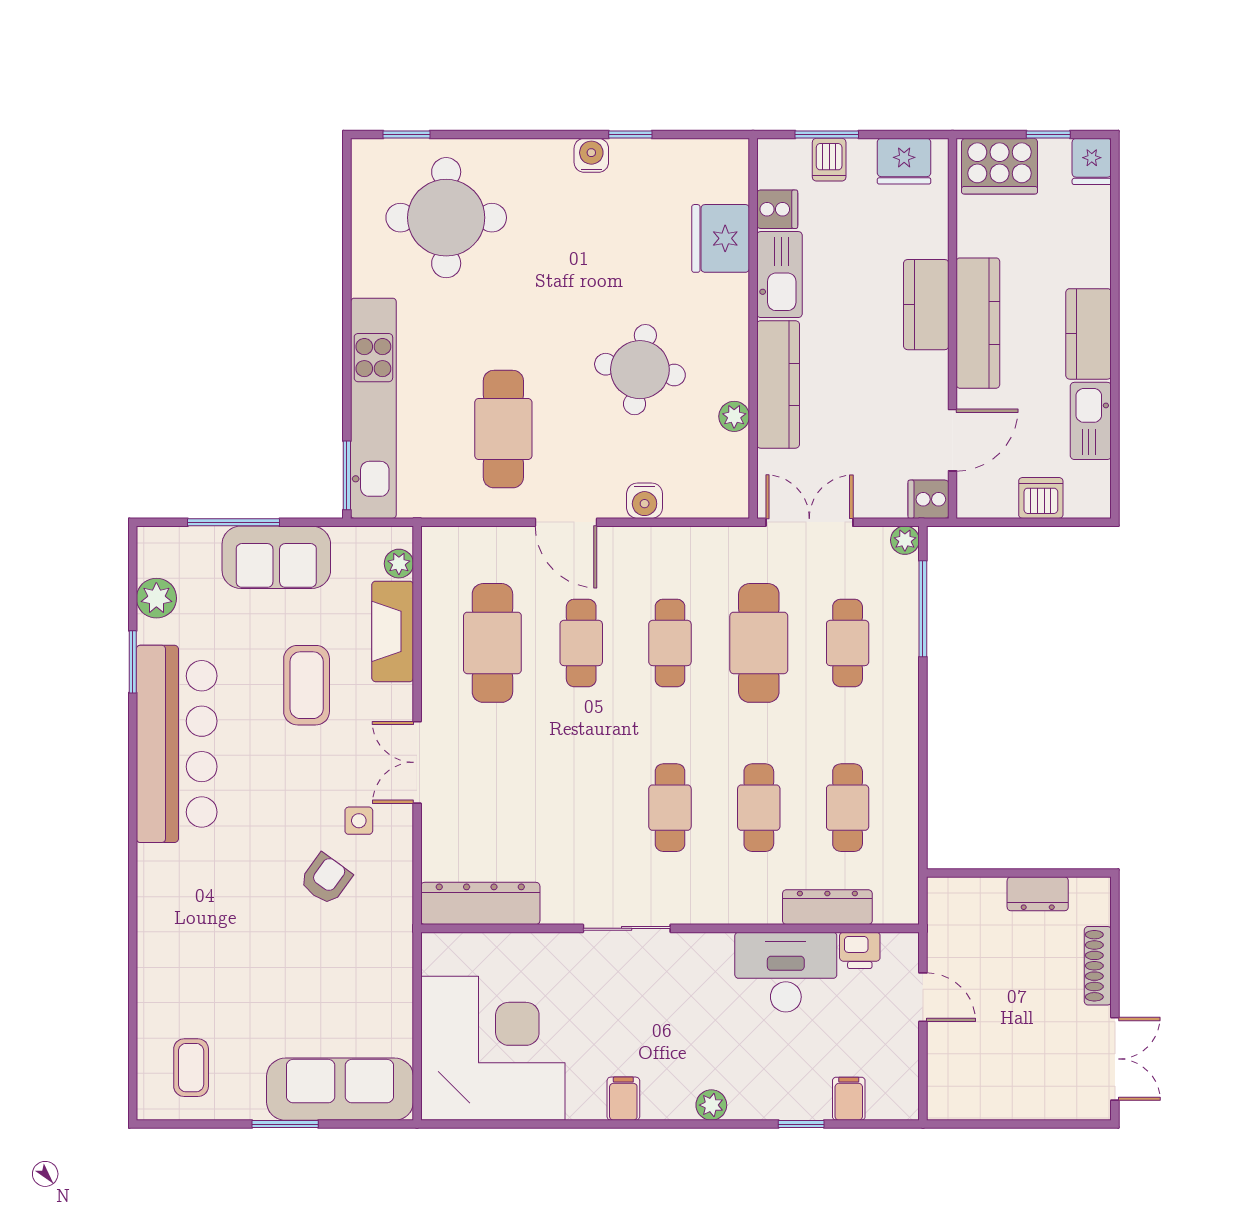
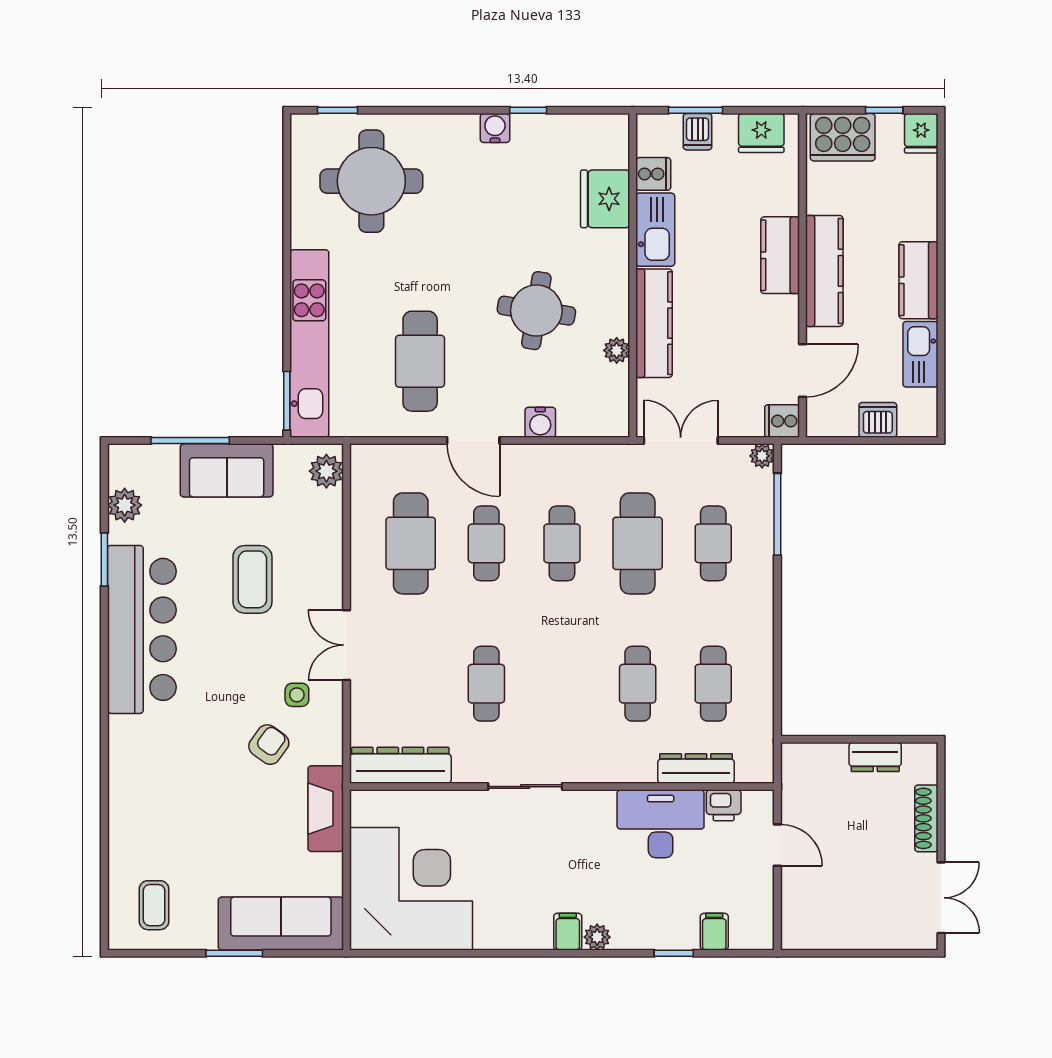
plant: (399, 564) -> (326, 471), width x1.38, depth x1.38
fireplace: (393, 631) -> (326, 809), moved
cafe table: (670, 808) -> (486, 684), moved
filing cabinet: (623, 1099) -> (568, 932), moved

